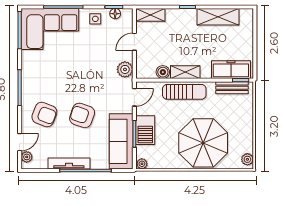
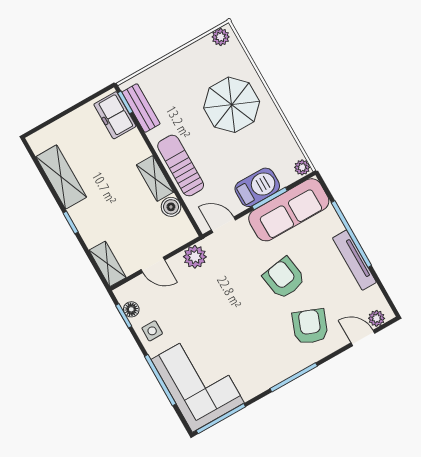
freezer: (231, 70) -> (115, 115), width x0.71
armchair: (82, 115) -> (284, 278), turned 152
parasol: (203, 143) -> (232, 105), width x0.73, depth x0.73

